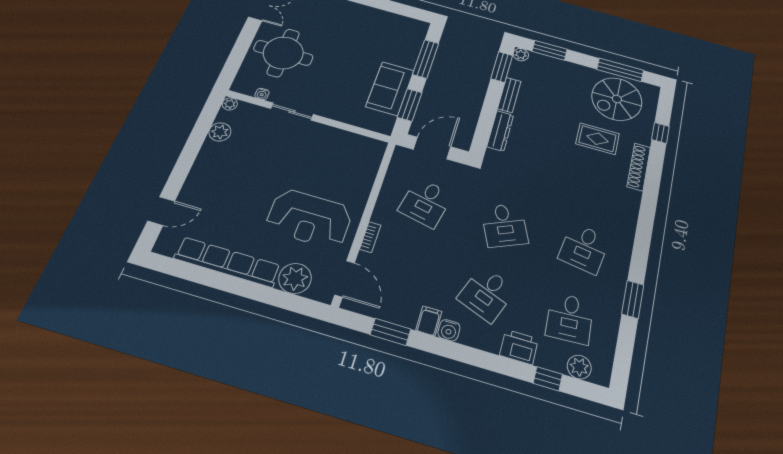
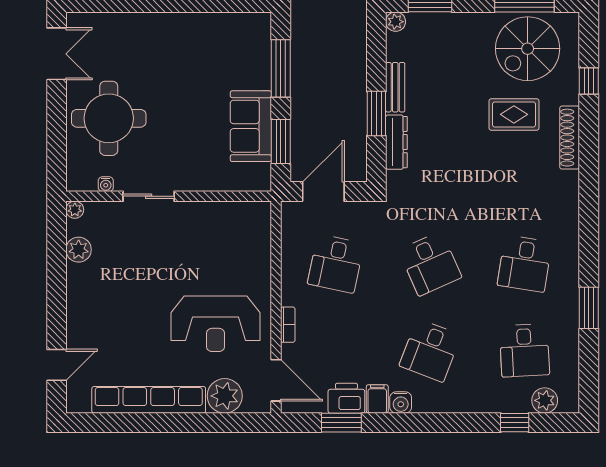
window: (502, 67) -> (376, 114), moved
printer: (519, 347) -> (346, 398), moved

